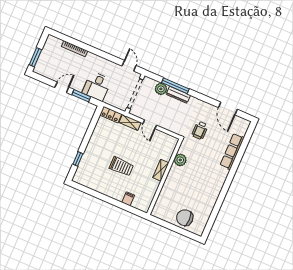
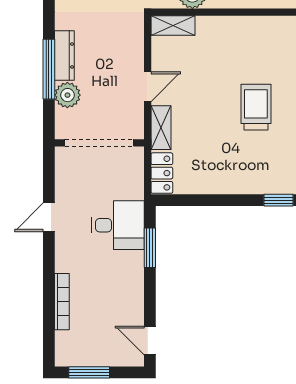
window: (35, 57) -> (89, 372), moved
door: (129, 66) -> (49, 217), moved
door: (62, 87) -> (150, 340), moved
shelving: (161, 170) -> (173, 25), moved

